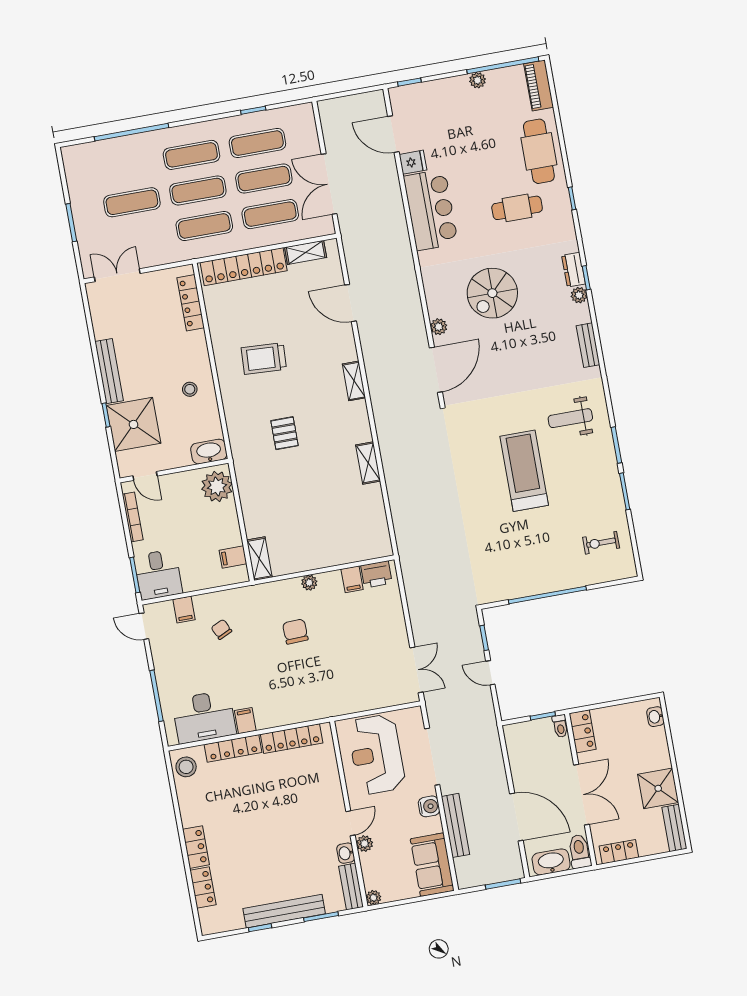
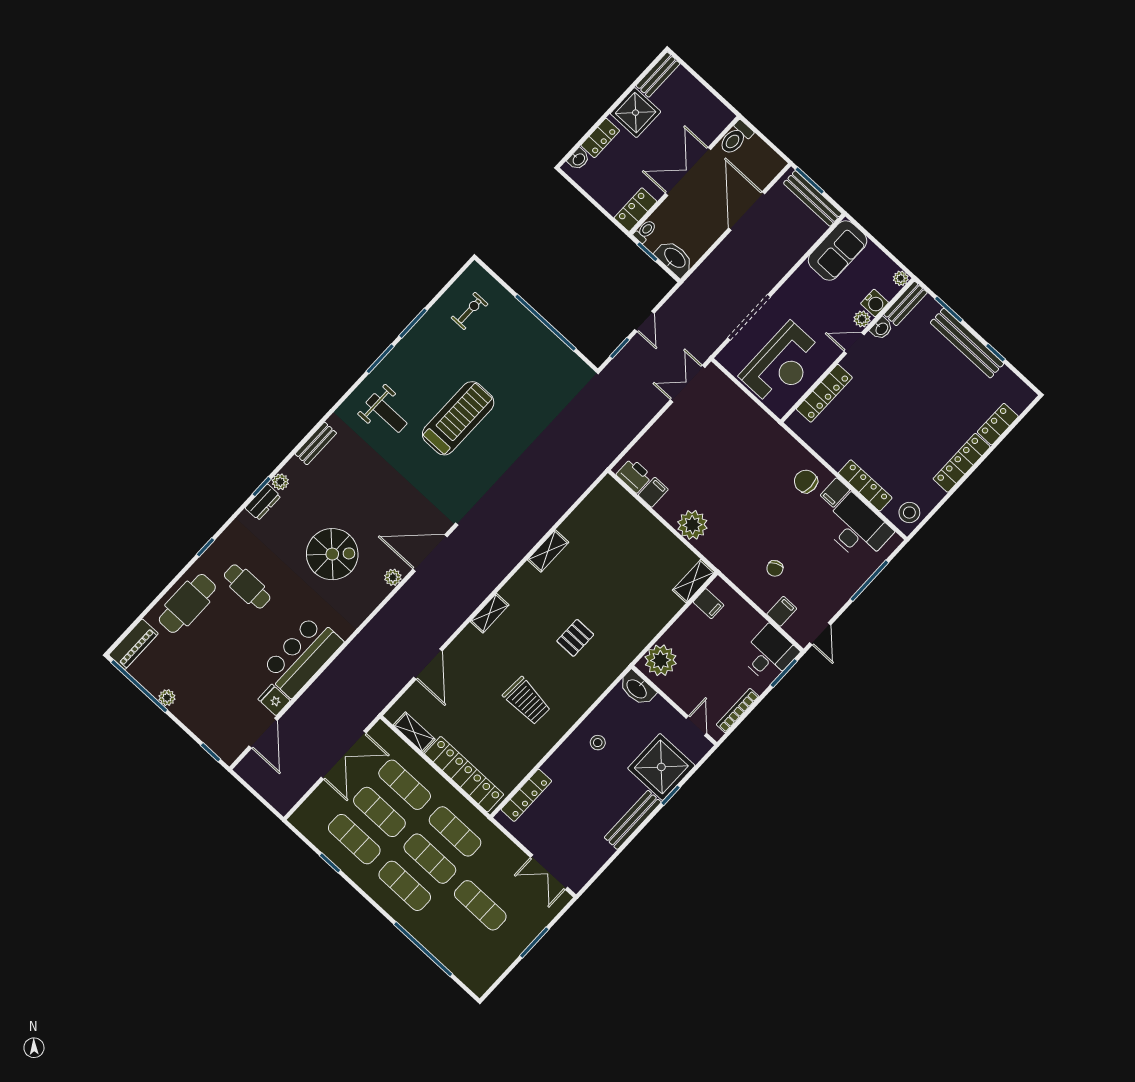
treadmill: (524, 471) -> (458, 418), turned 180
exercise bike: (601, 543) -> (470, 311), turned -90
plant: (309, 583) -> (692, 525), width x1.88, depth x1.88
chair: (295, 631) -> (806, 481), moved, turned 92
locker: (292, 739) -> (824, 393), moved, turned 90
water cooler: (429, 806) -> (875, 303), moved, turned 180
bench: (455, 825) -> (813, 198), moved, turned 90
locker: (196, 847) -> (962, 463), width x1.53
locker: (619, 852) -> (600, 138), moved, turned -90
washbasin: (551, 862) -> (674, 258), moved, turned 180

